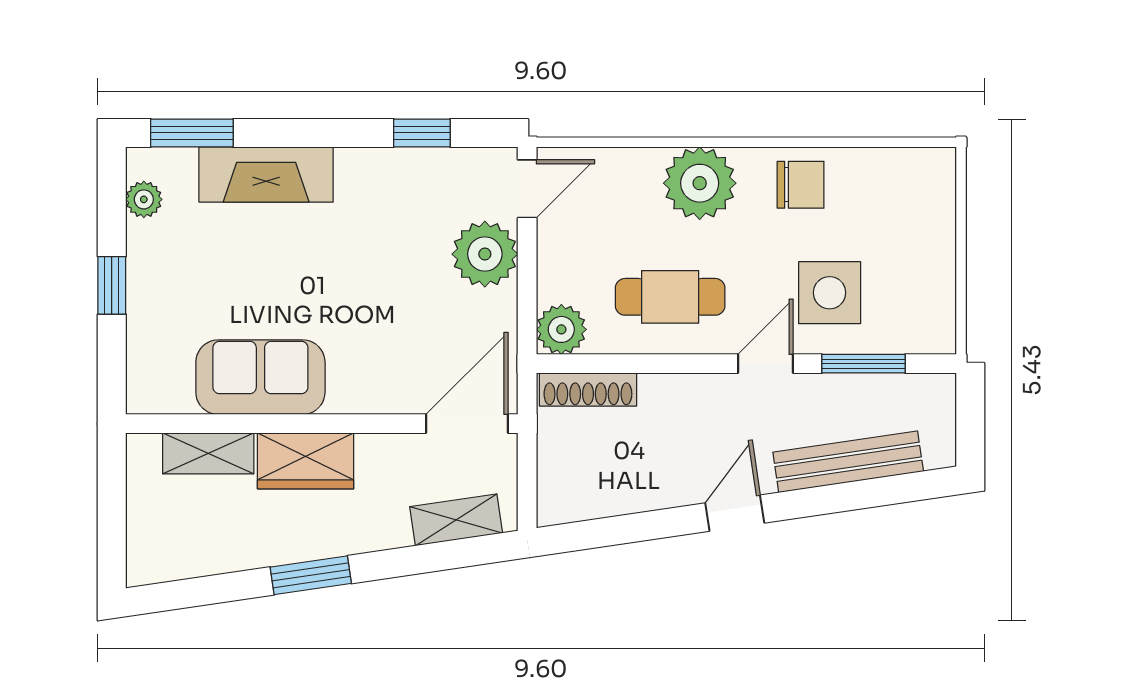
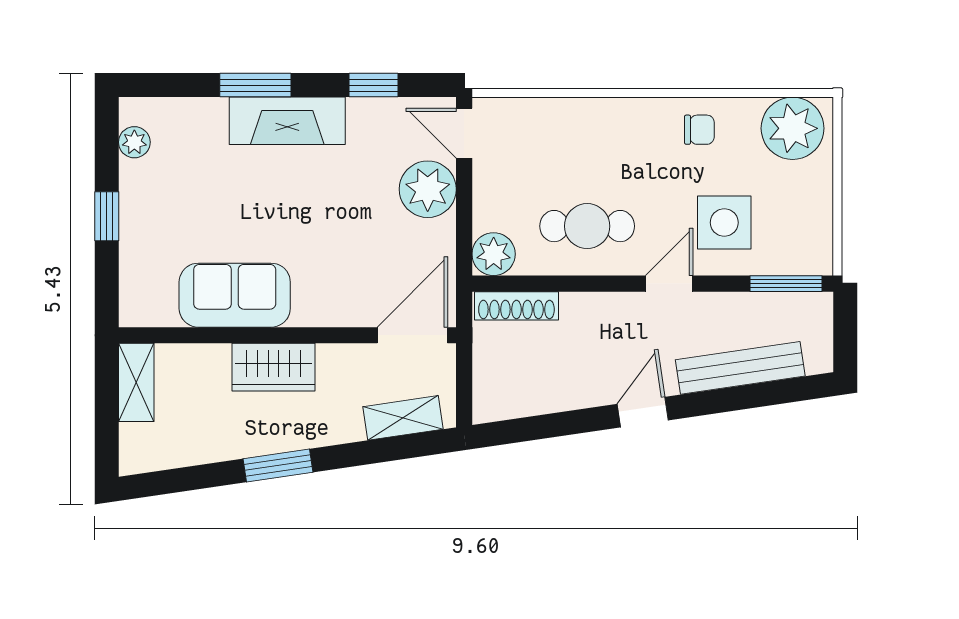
window: (192, 133) -> (255, 85), moved
fireplace: (266, 174) -> (287, 121), moved
plant: (700, 183) -> (793, 128), moved
chair: (801, 185) -> (699, 130), width x0.73, depth x0.73
door: (527, 189) -> (464, 133), swing flipped
window: (863, 364) -> (786, 284), moved
shelving: (208, 453) -> (136, 382), moved, turned 90

